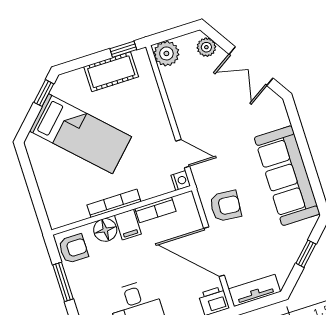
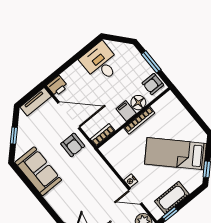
door: (183, 154) -> (135, 196), moved
sofa: (287, 176) -> (38, 171), width x0.73
nightstand: (181, 180) -> (131, 181), moved
armchair: (225, 206) -> (73, 145), turned -95
bookcase: (156, 210) -> (103, 135), moved

